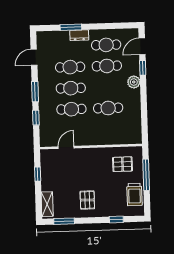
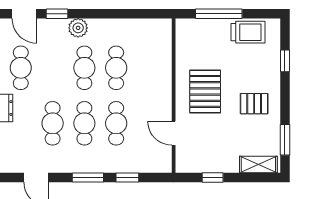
cafe table: (107, 66) -> (84, 68), moved
pallet: (122, 164) -> (205, 91), moved, width x1.50, depth x1.42

